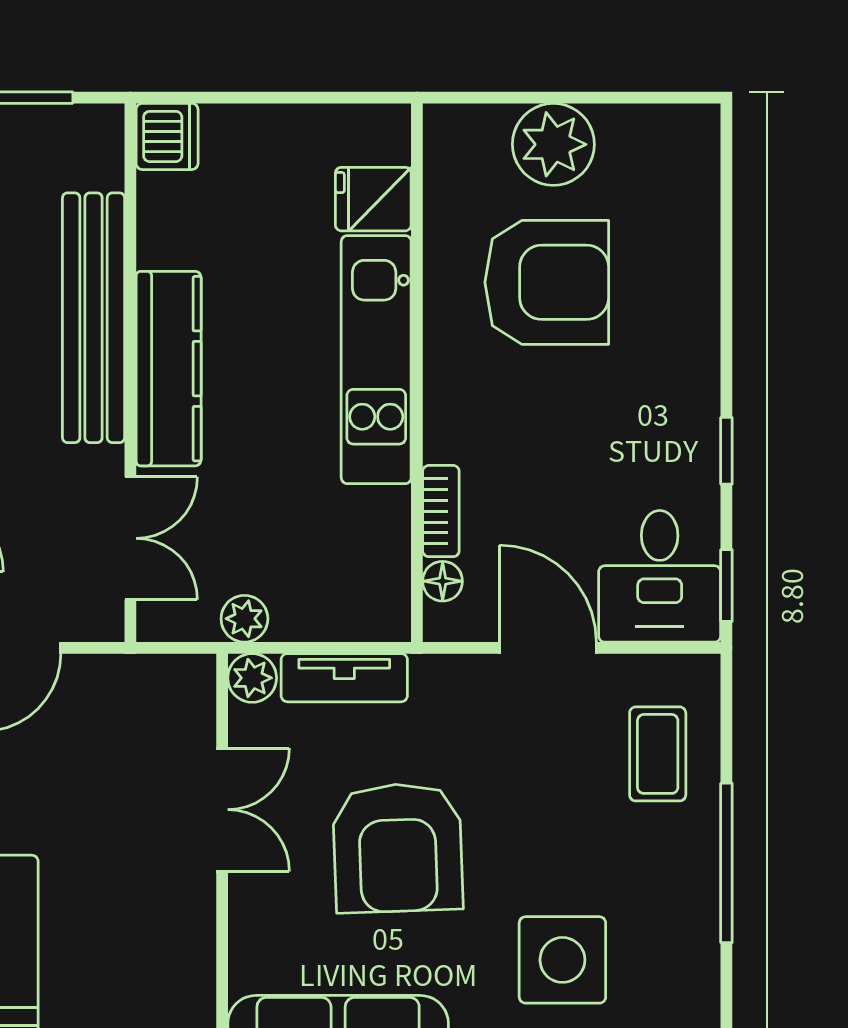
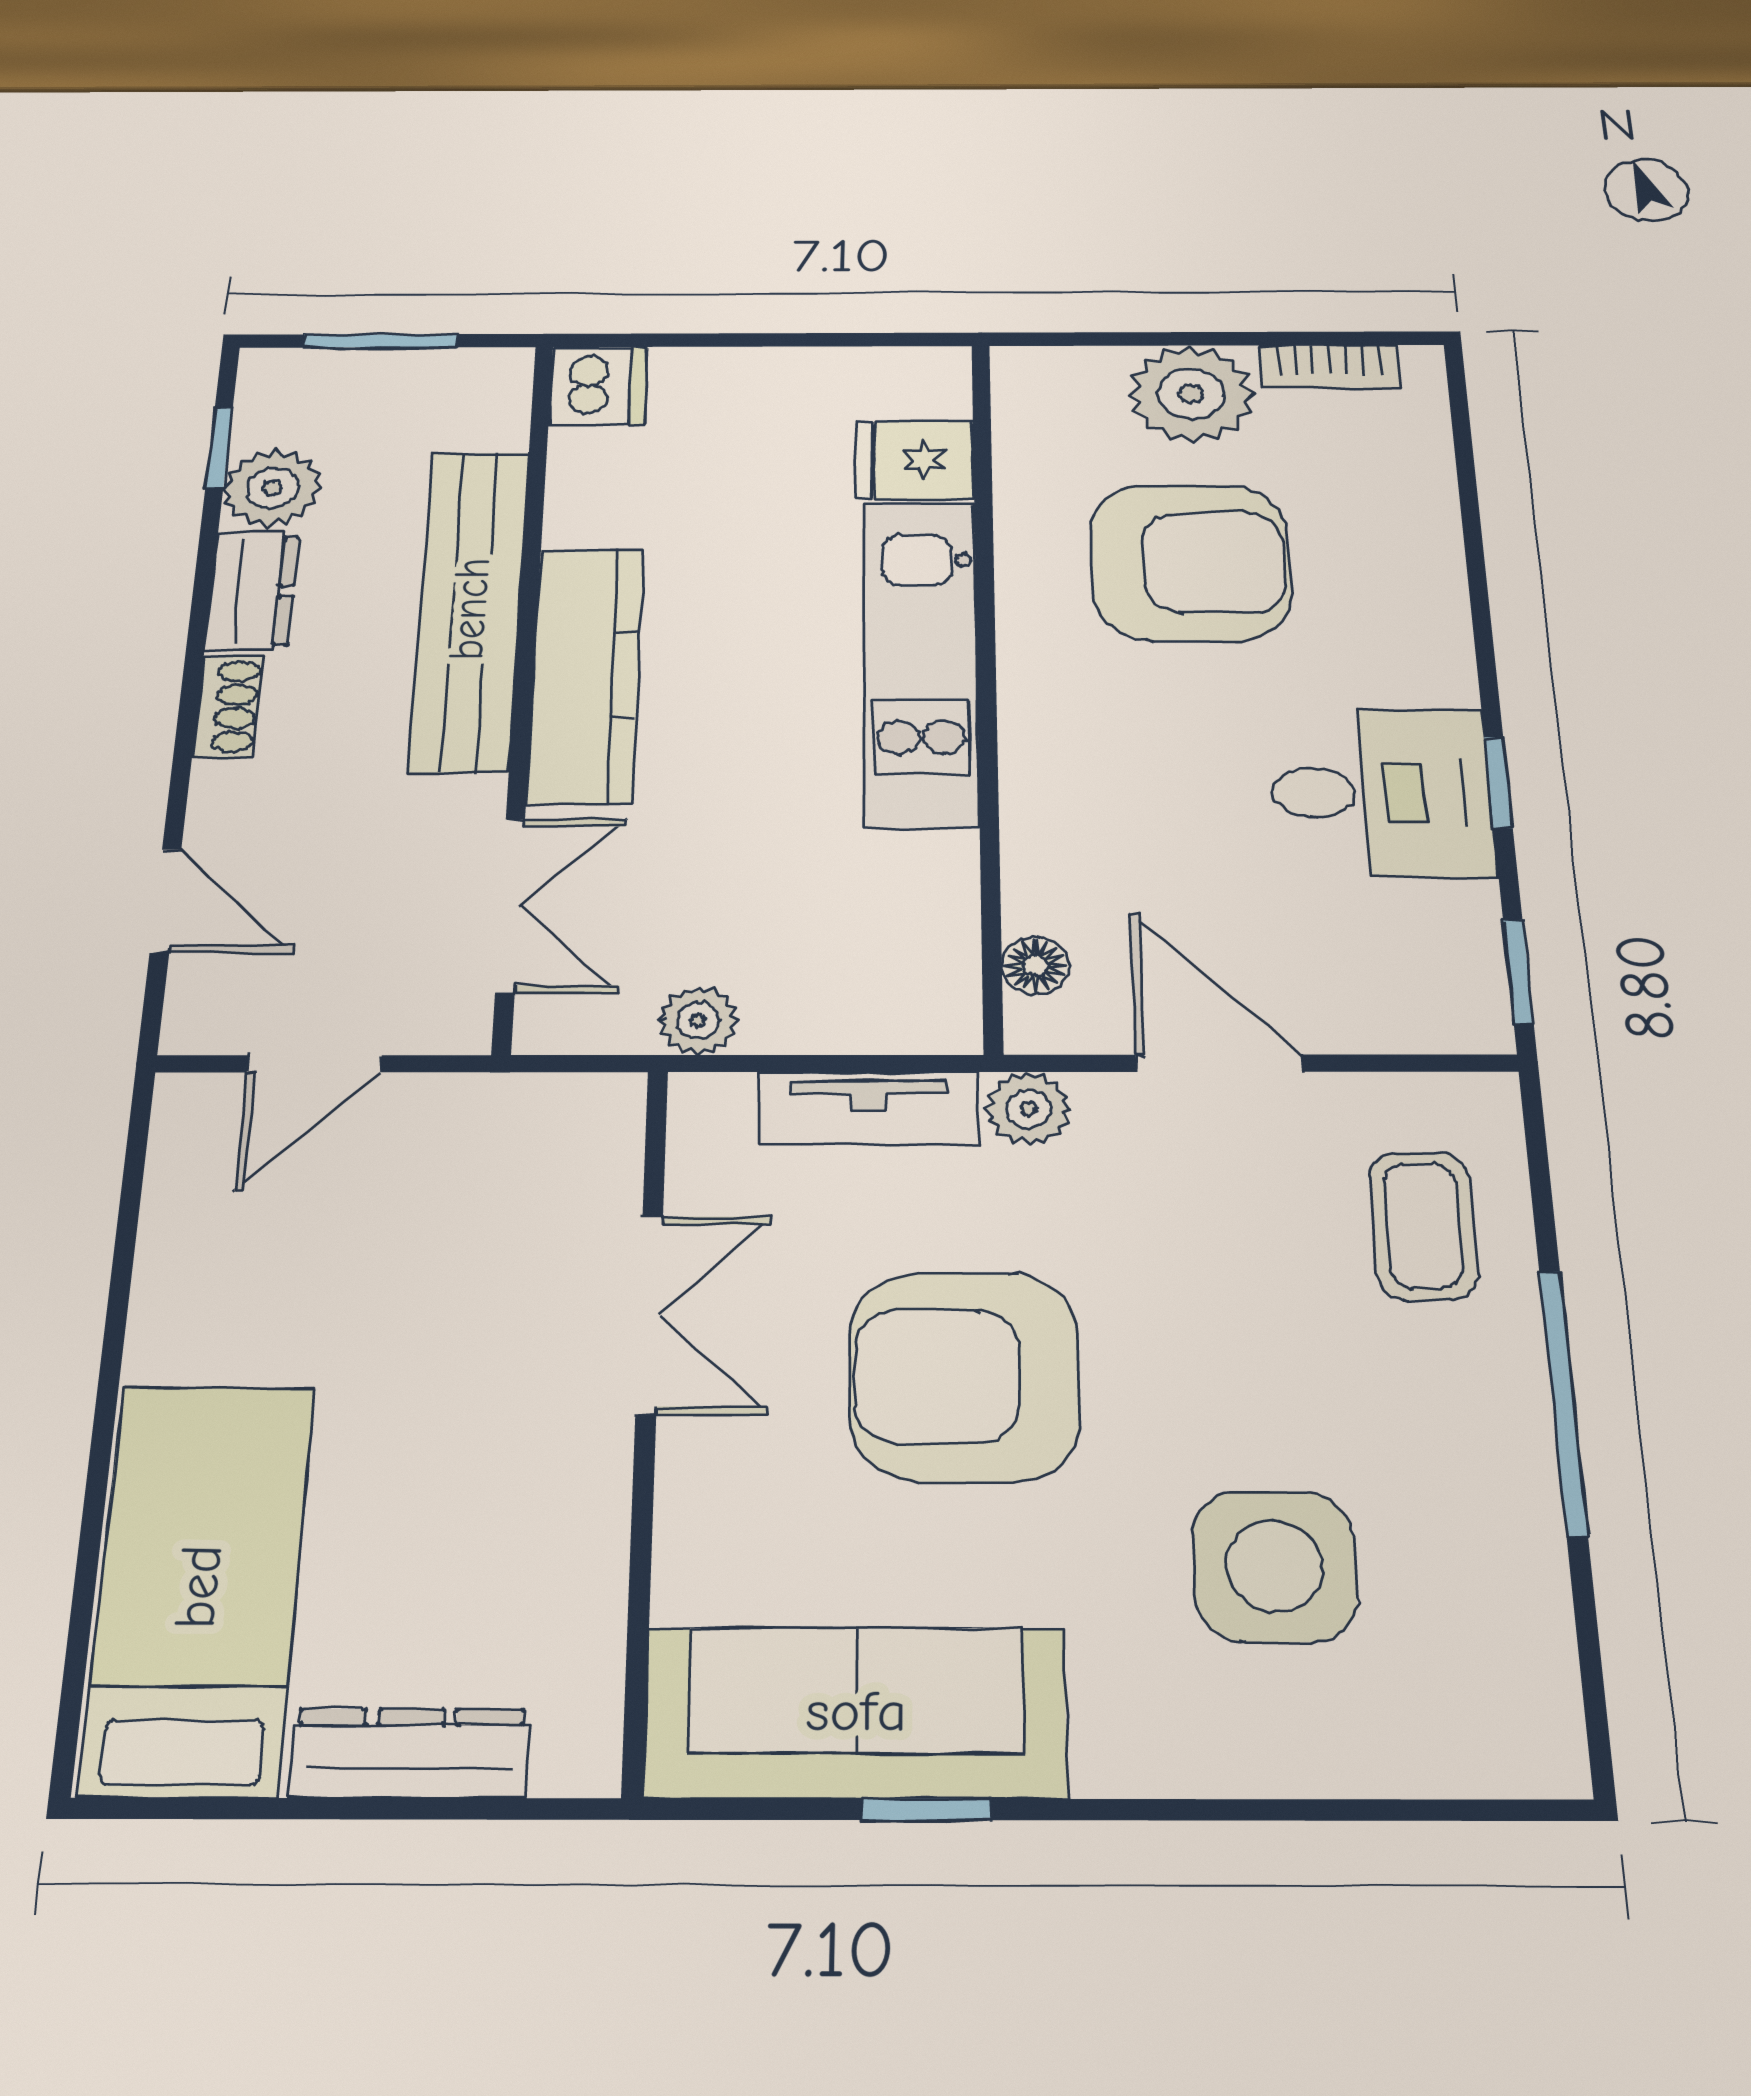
bookcase: (441, 511) -> (1329, 367), moved, turned 90
desk: (660, 576) -> (1381, 793), moved, turned -90
plant: (252, 678) -> (1028, 1109), moved
armchair: (398, 848) -> (965, 1376), turned 92

